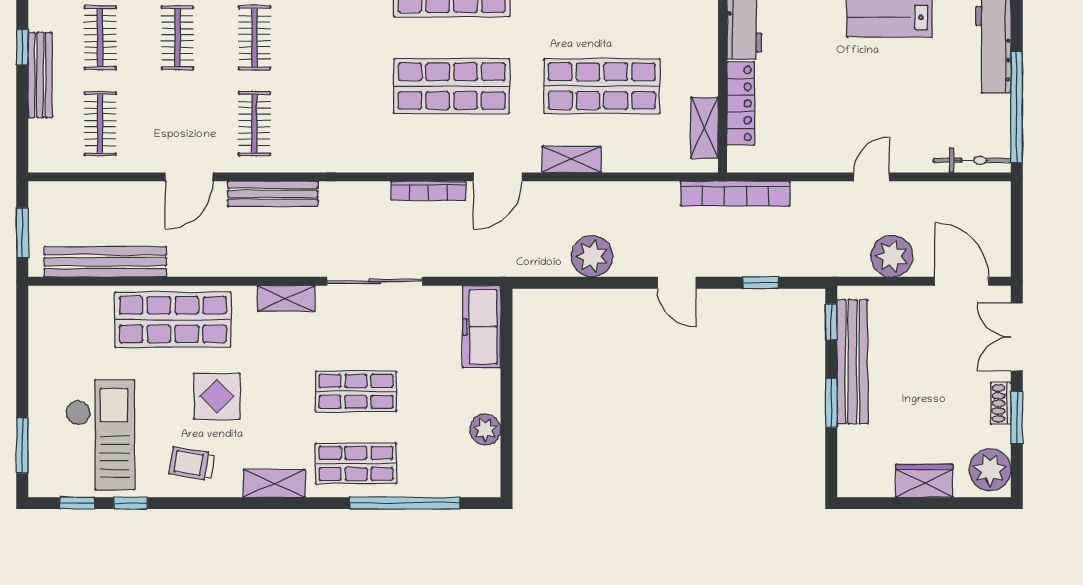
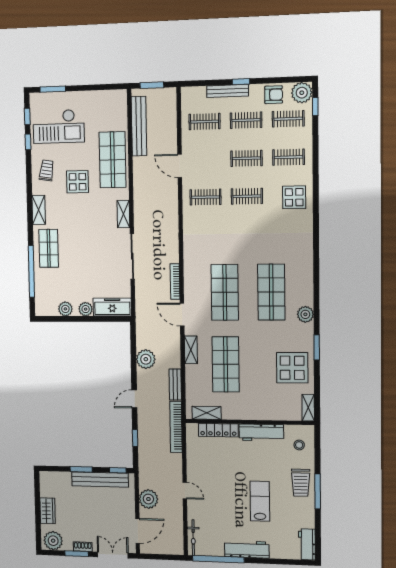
bench: (273, 194) -> (175, 385), moved, width x0.73
plant: (486, 385) -> (86, 309), added
shop shelf: (356, 391) -> (81, 248), removed

